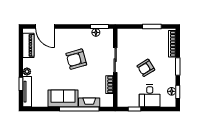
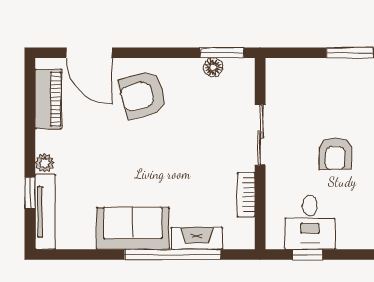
armchair: (76, 59) -> (143, 95), moved
armchair: (146, 68) -> (335, 154), turned -58
desk: (150, 96) -> (310, 222), moved

